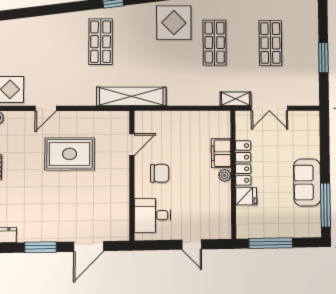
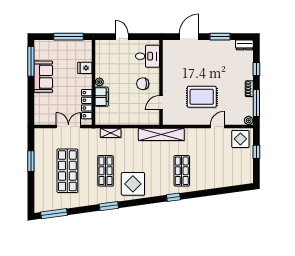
shop shelf: (270, 43) -> (67, 171), width x1.43, depth x1.36
shelving: (236, 99) -> (111, 133), moved
locker: (243, 163) -> (87, 104), moved

